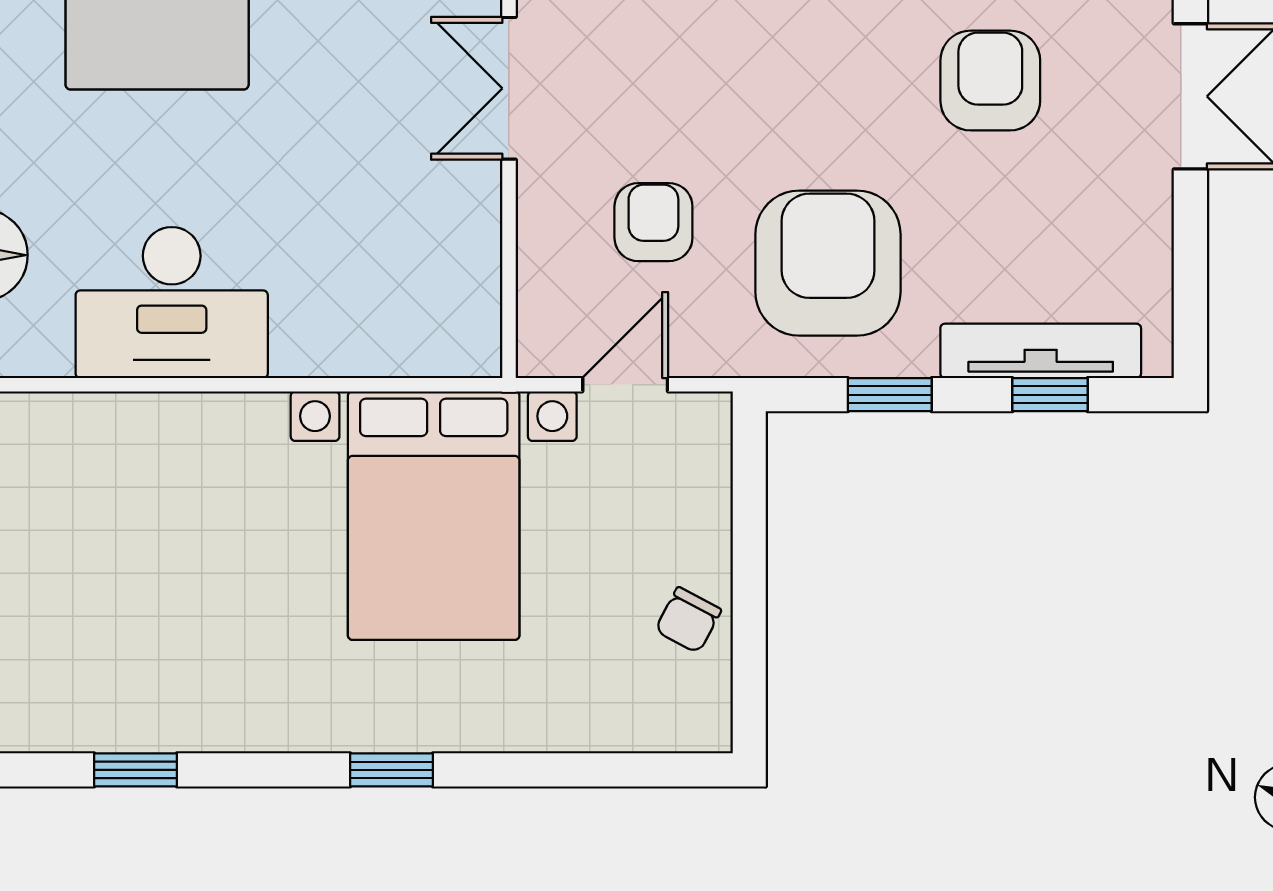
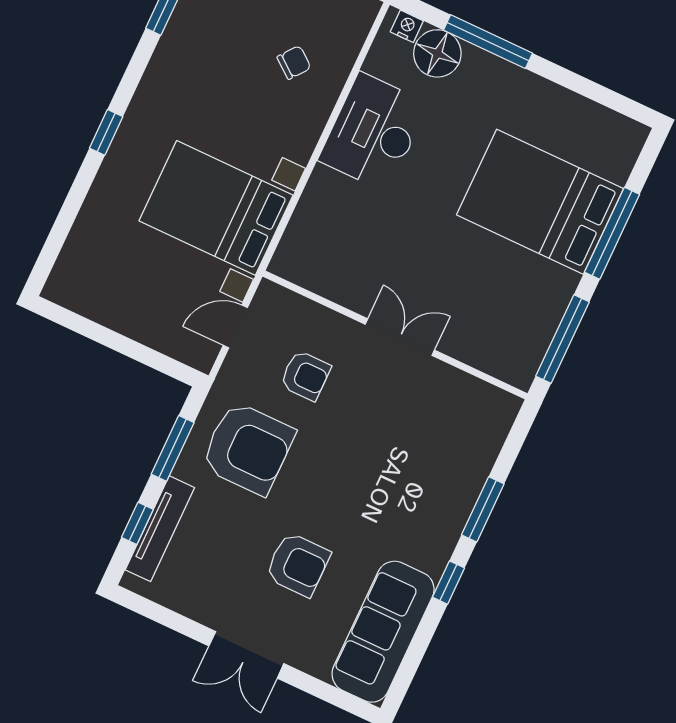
door: (625, 385) -> (235, 326), swing flipped
window: (890, 395) -> (173, 448), width x1.50
chair: (688, 620) -> (294, 62), moved, turned 100

